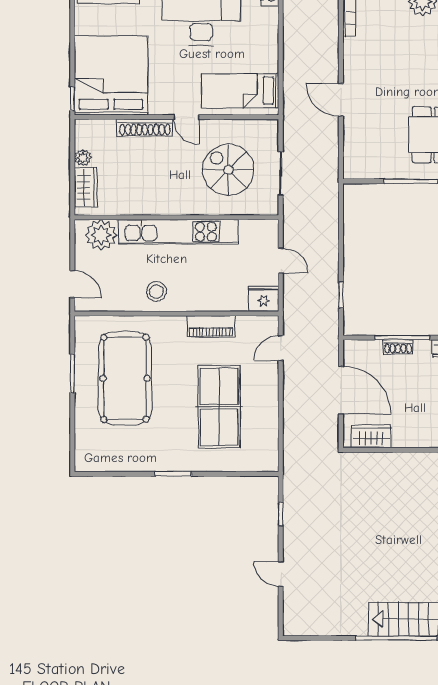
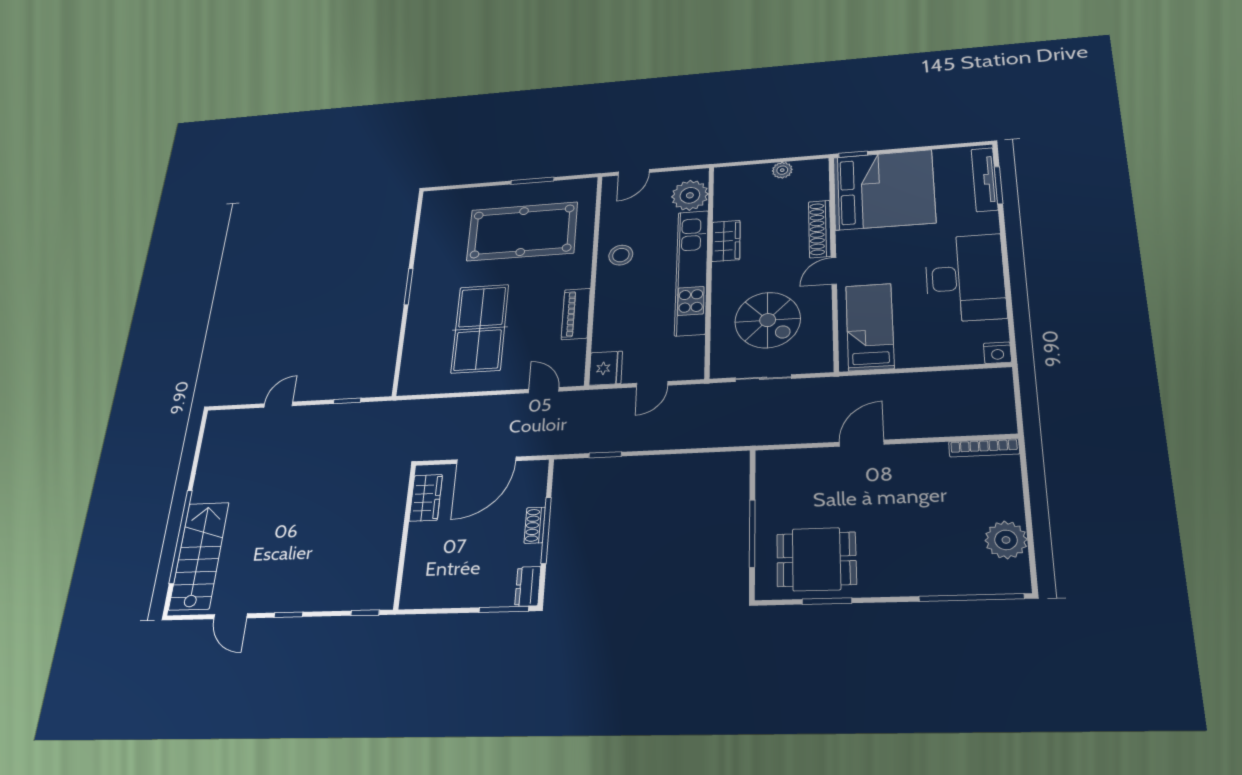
spiral stairs: (228, 170) -> (768, 320), turned 90
wardrobe: (86, 187) -> (726, 241), moved, turned -90
table tennis table: (219, 407) -> (480, 328), turned 90

